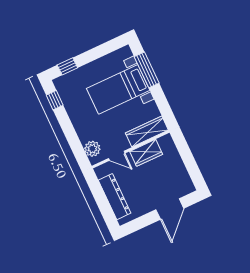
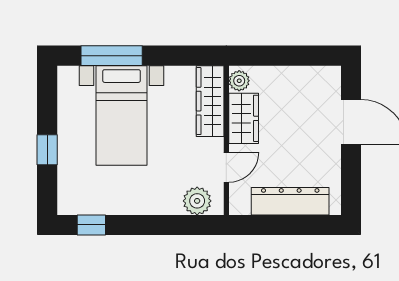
window: (67, 66) -> (47, 150), moved
plant: (164, 142) -> (239, 81), added

